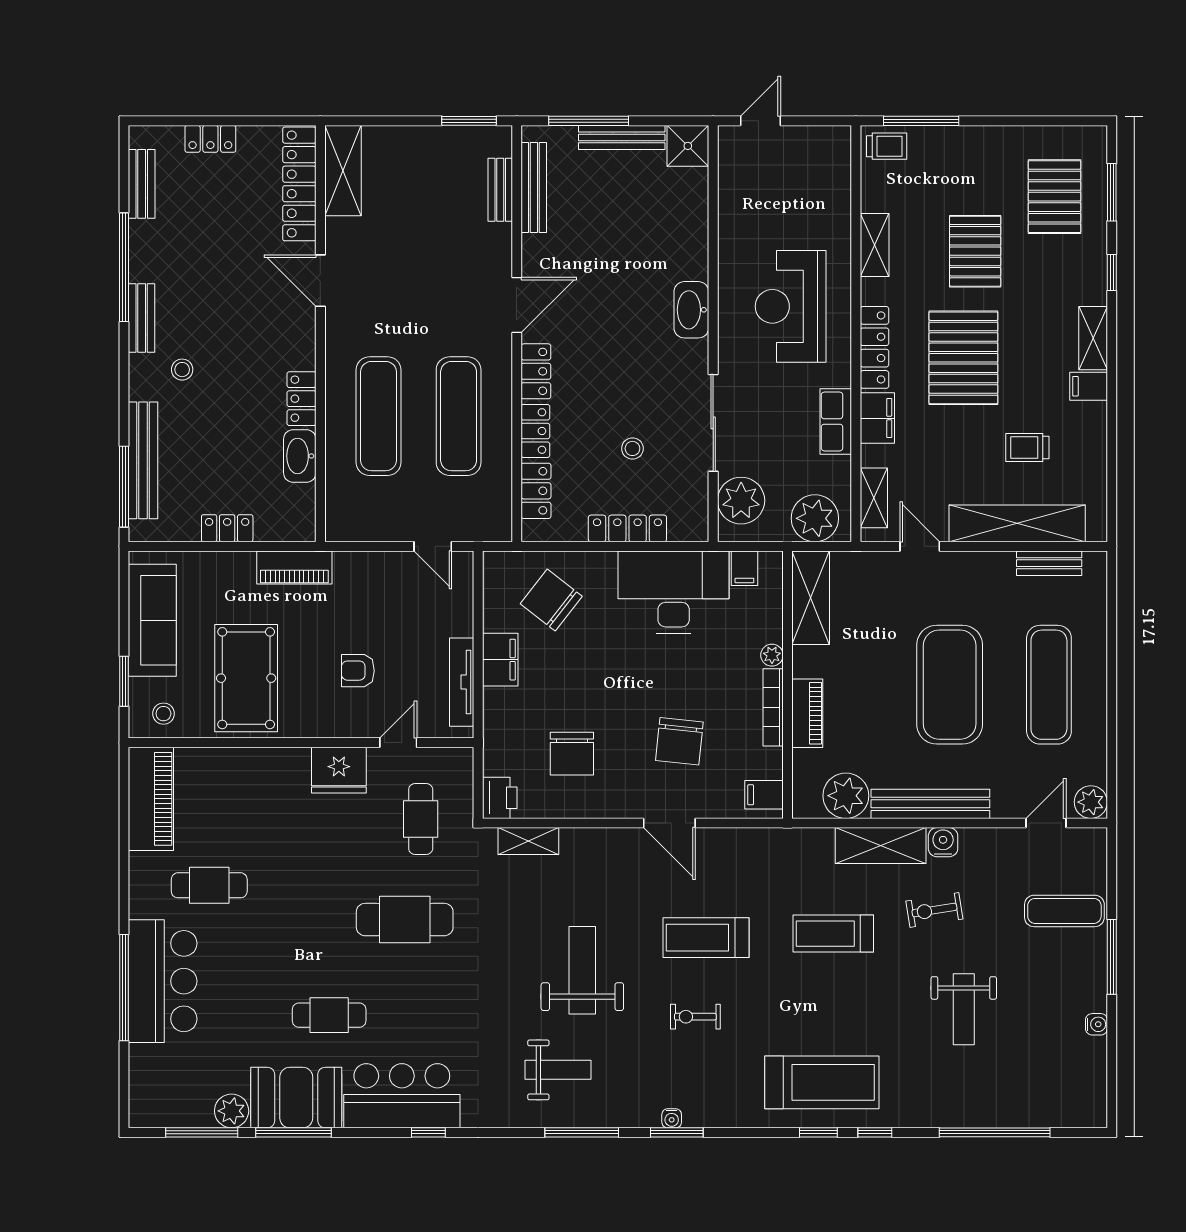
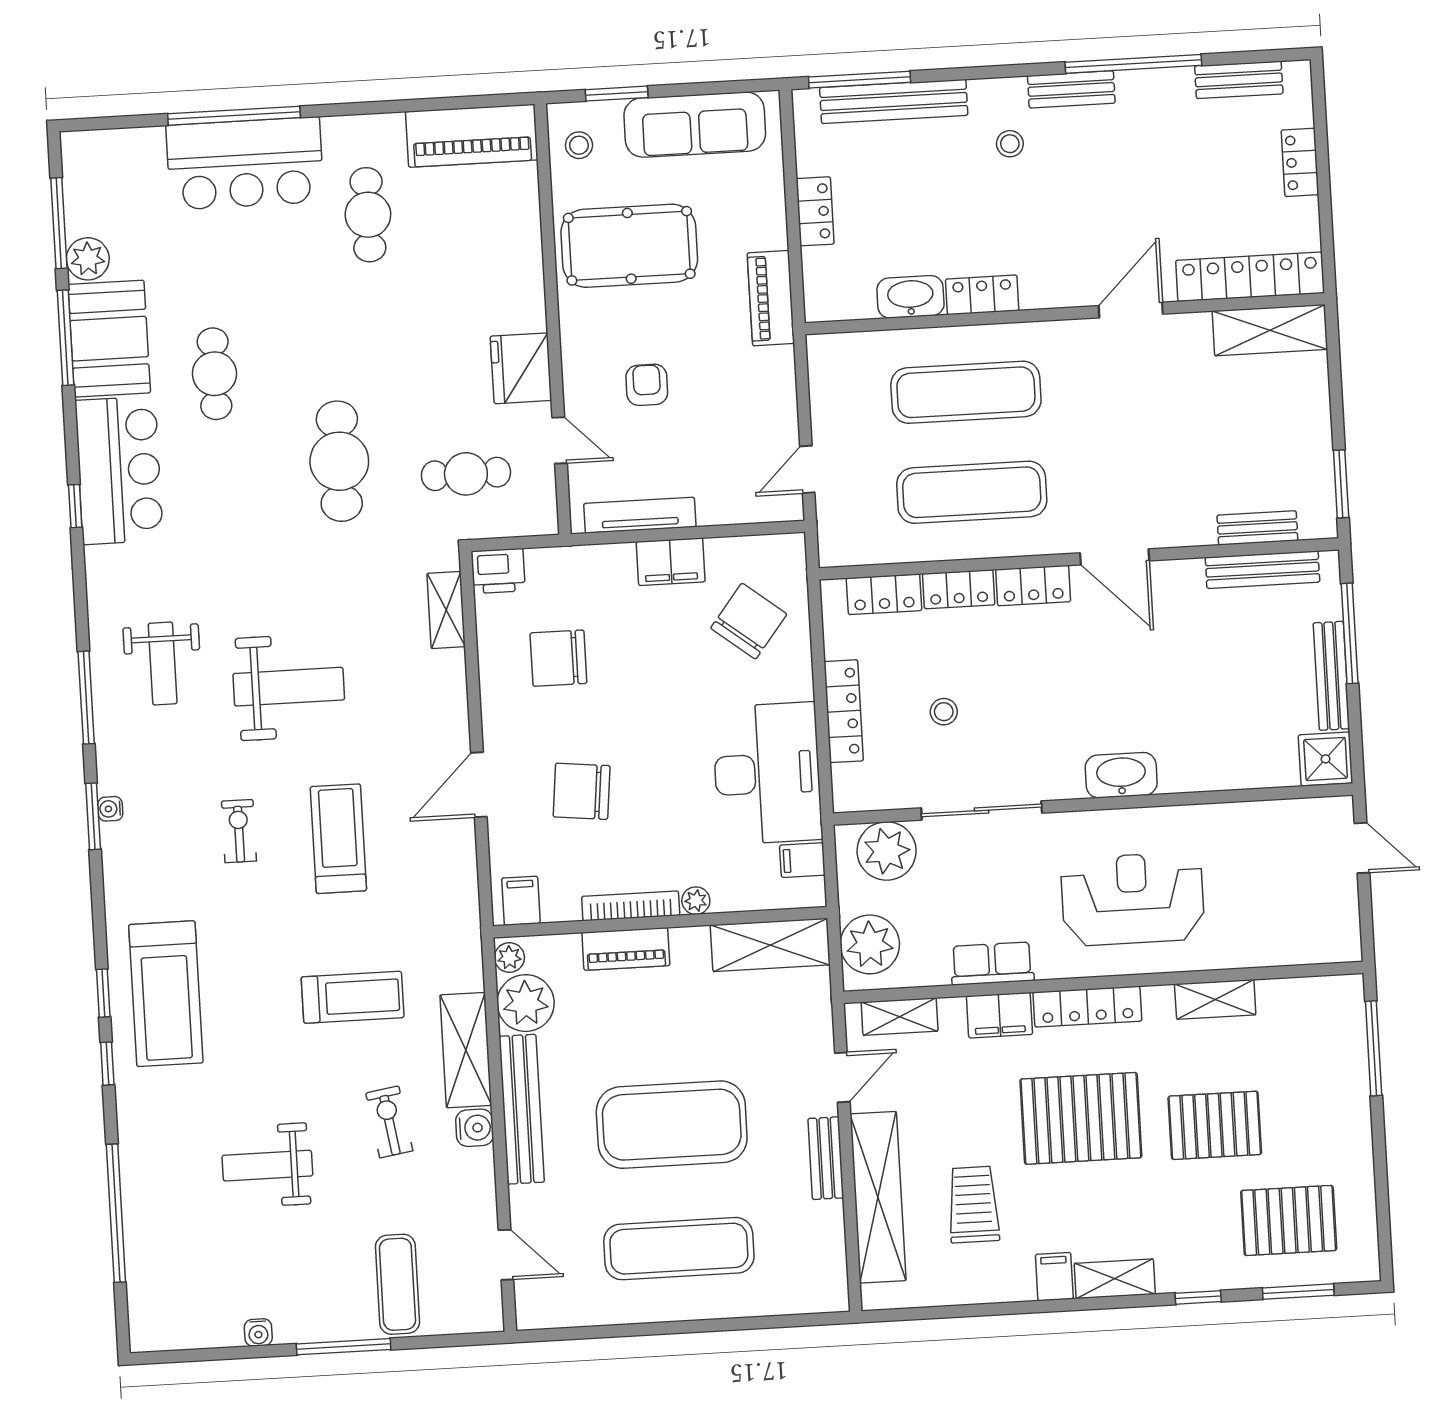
trolley: (887, 146) -> (1339, 1007), removed
trolley: (1027, 448) -> (973, 1205), width x1.36, depth x1.39
bench: (1049, 563) -> (826, 1158), moved
plant: (1091, 802) -> (509, 957), moved, width x0.73, depth x0.73
treadmill: (833, 934) -> (353, 997), turned 90

